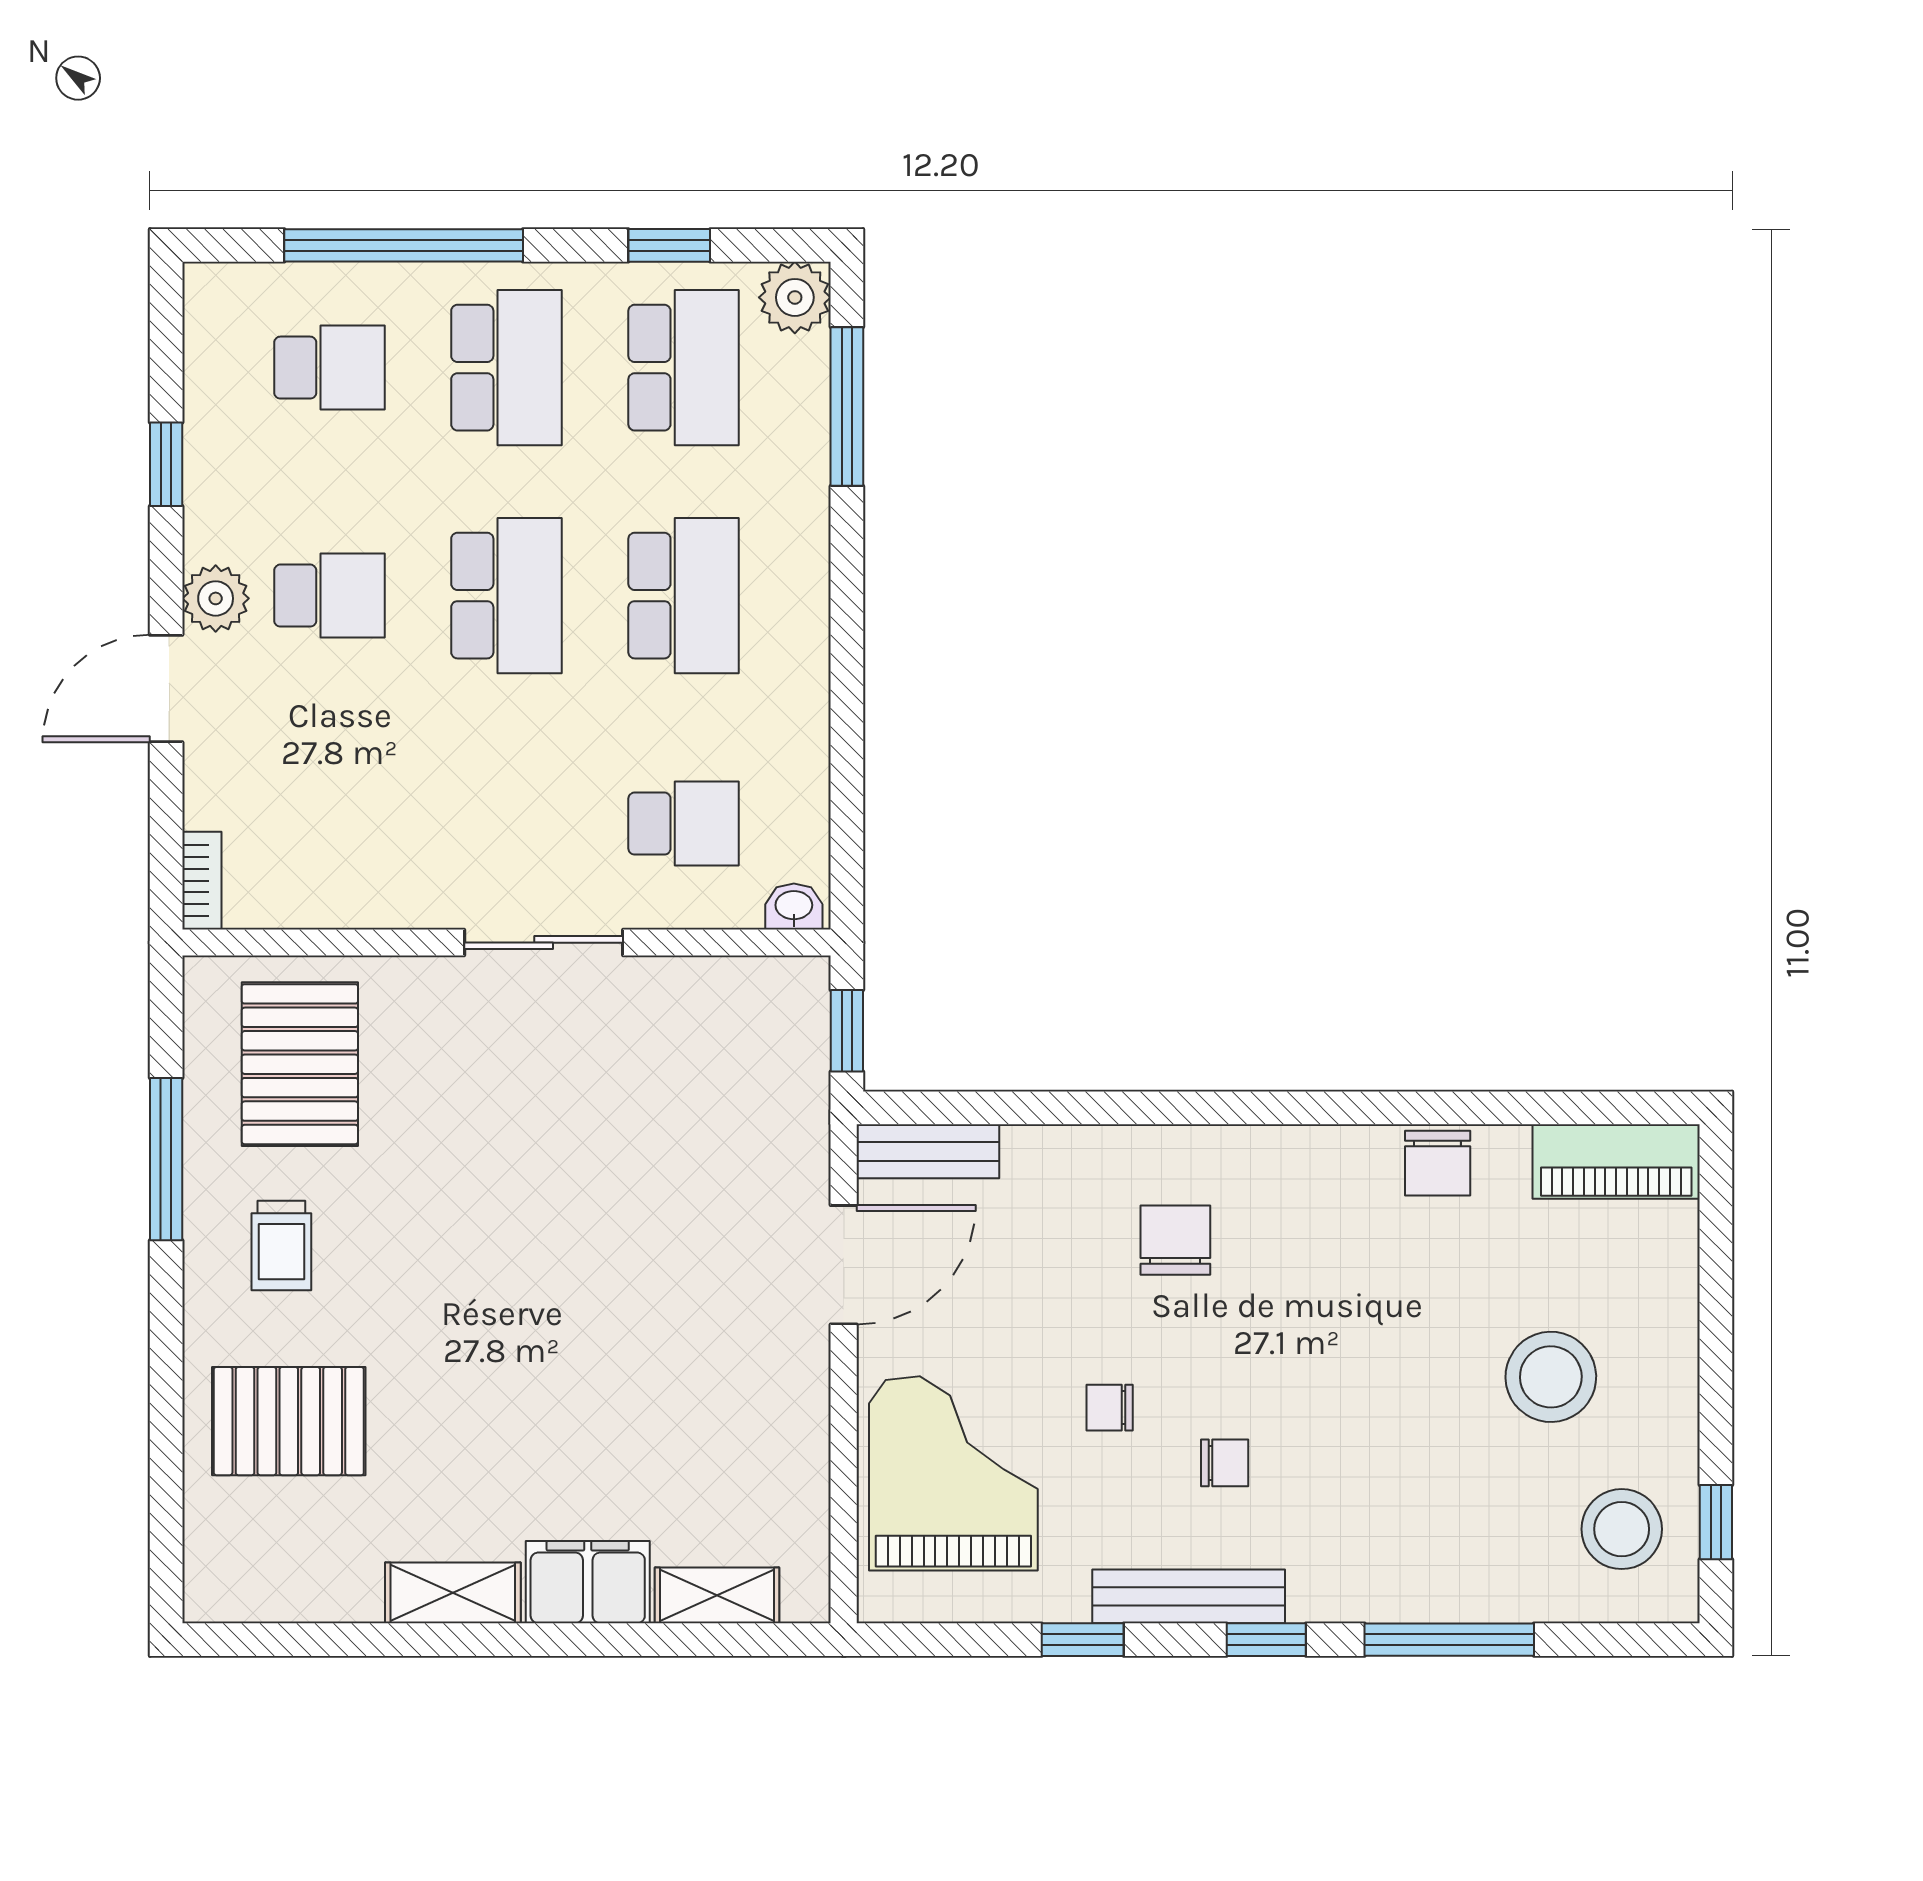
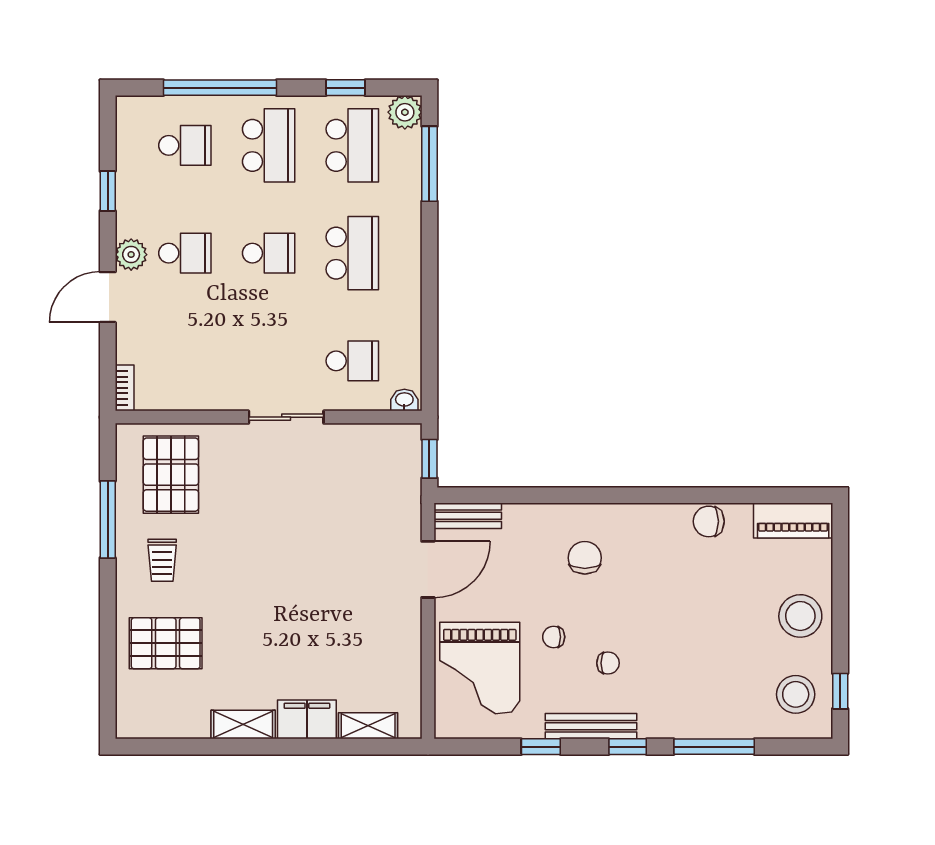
school desk: (507, 596) -> (269, 253), width x0.54
chair: (1438, 1163) -> (709, 521), turned 90
stool: (1551, 1377) -> (800, 616), moved
grand piano: (953, 1473) -> (480, 668), turned 180

